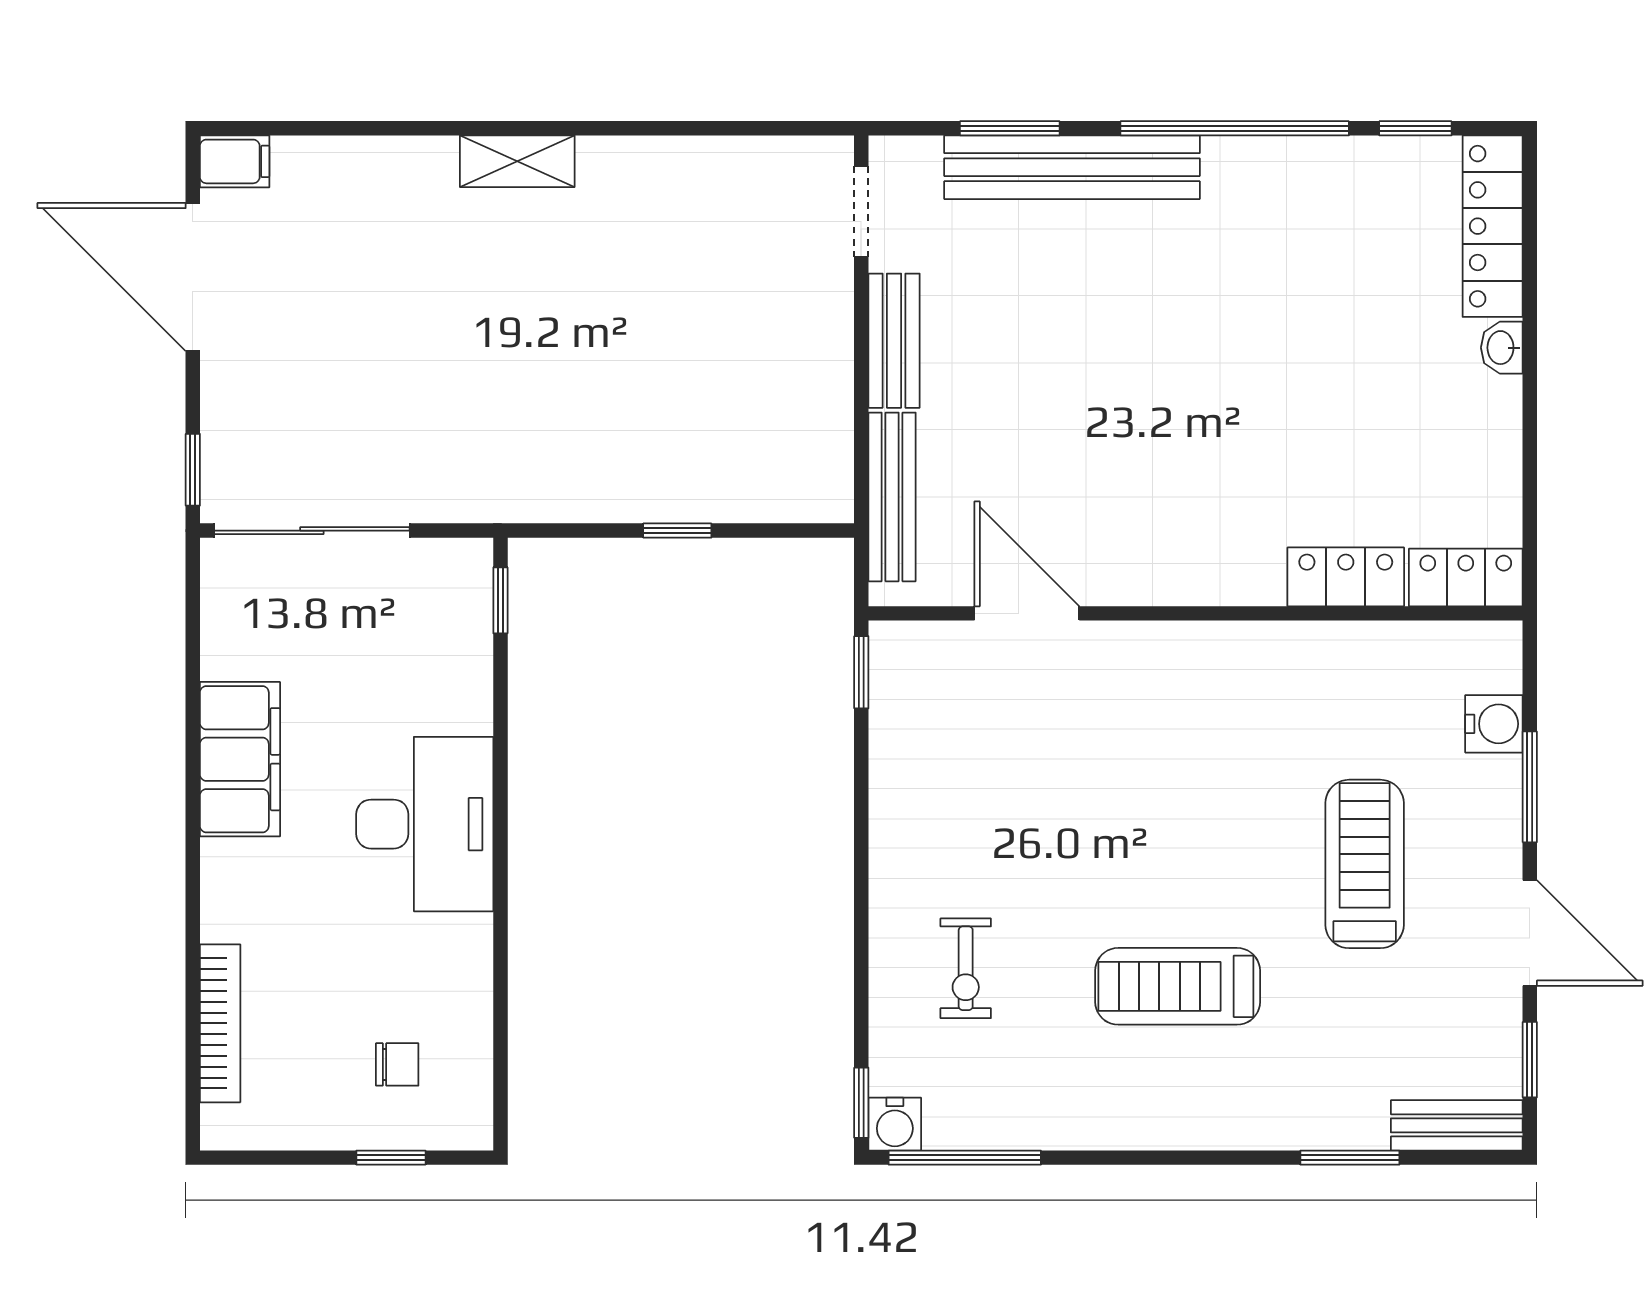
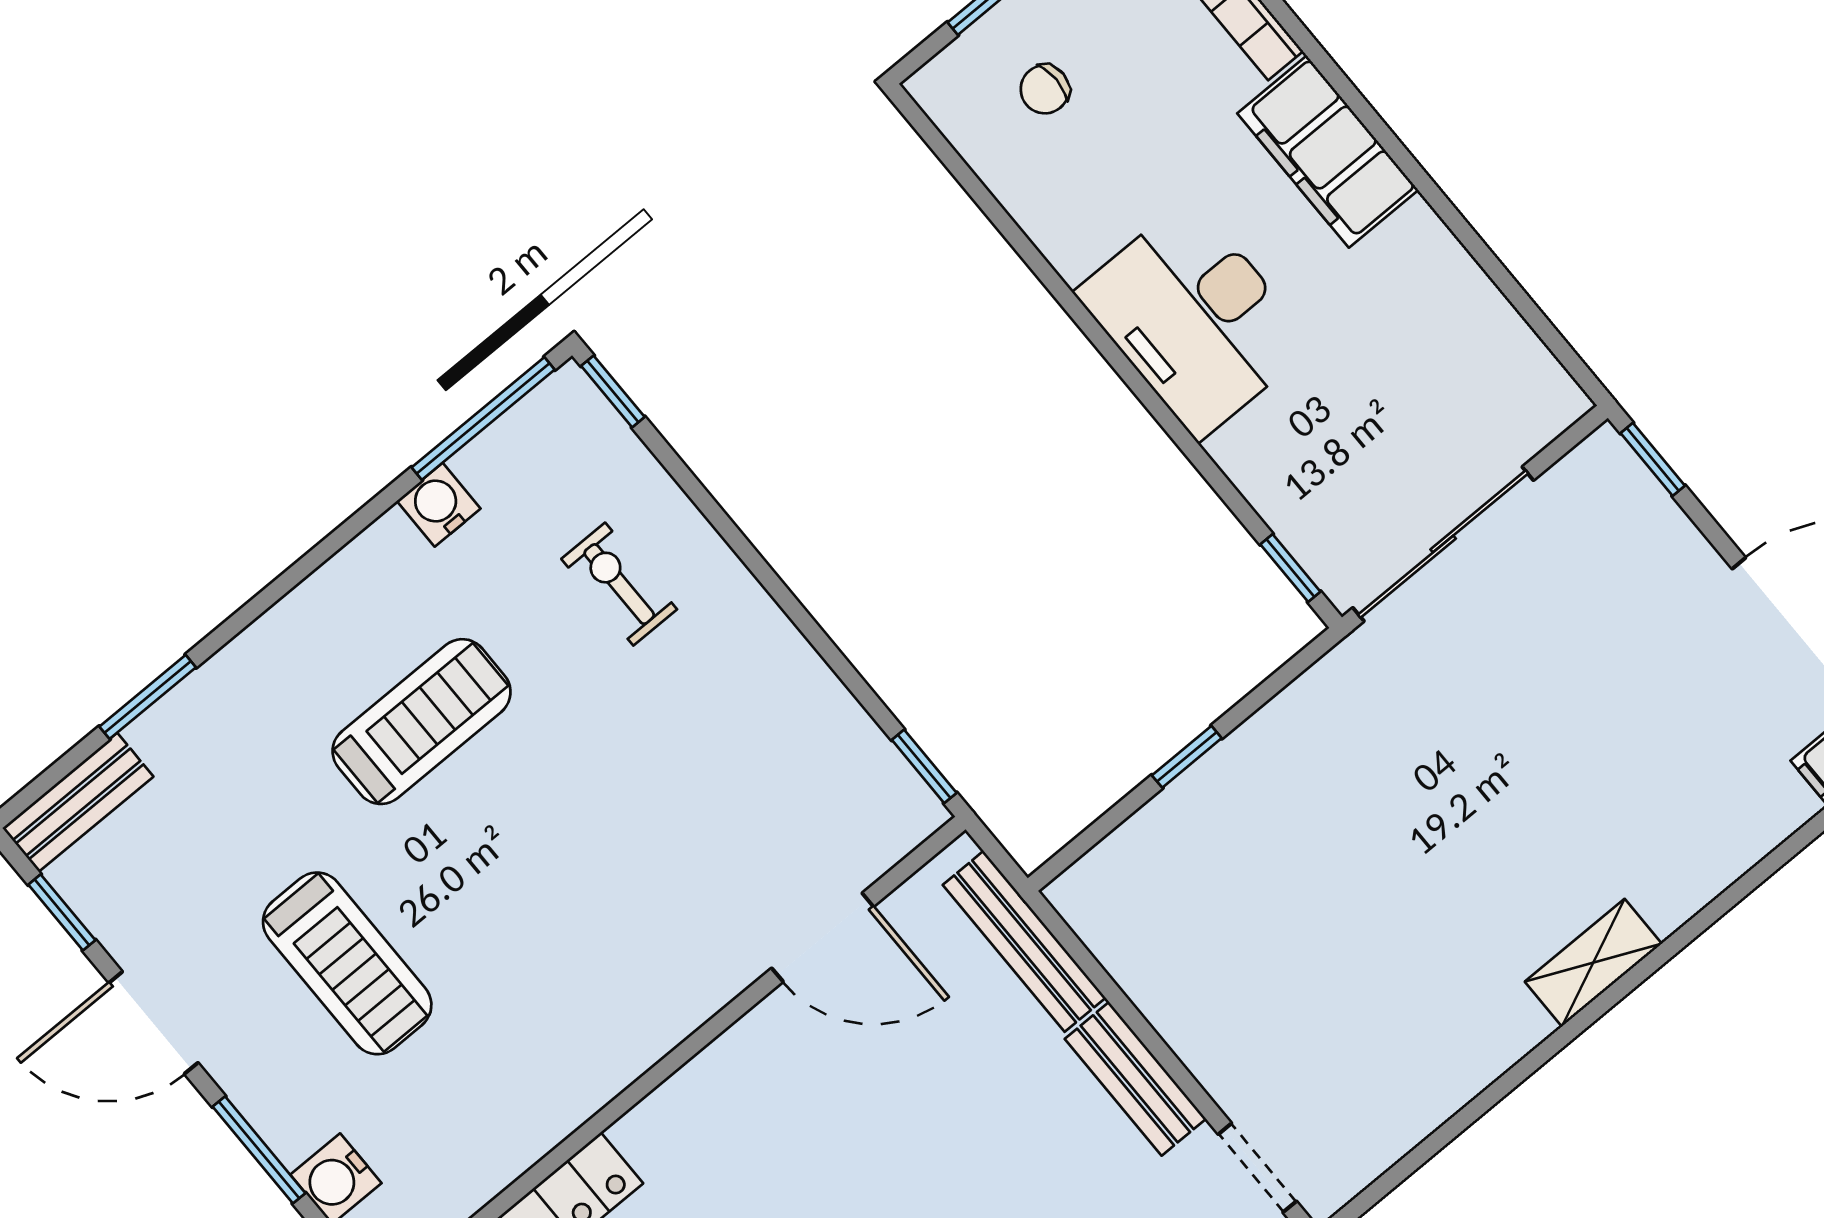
sliding door: (312, 531) -> (1443, 544), moved
filing cabinet: (240, 759) -> (1328, 152), moved
water cooler: (895, 1124) -> (439, 505), moved

